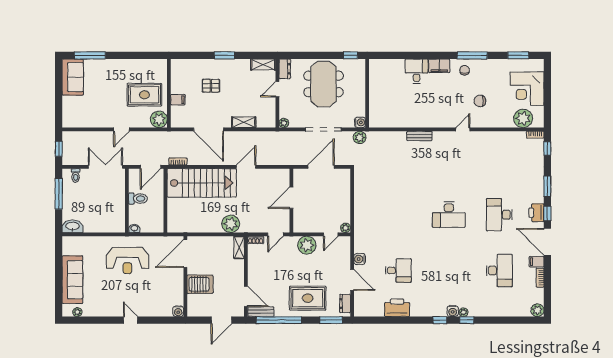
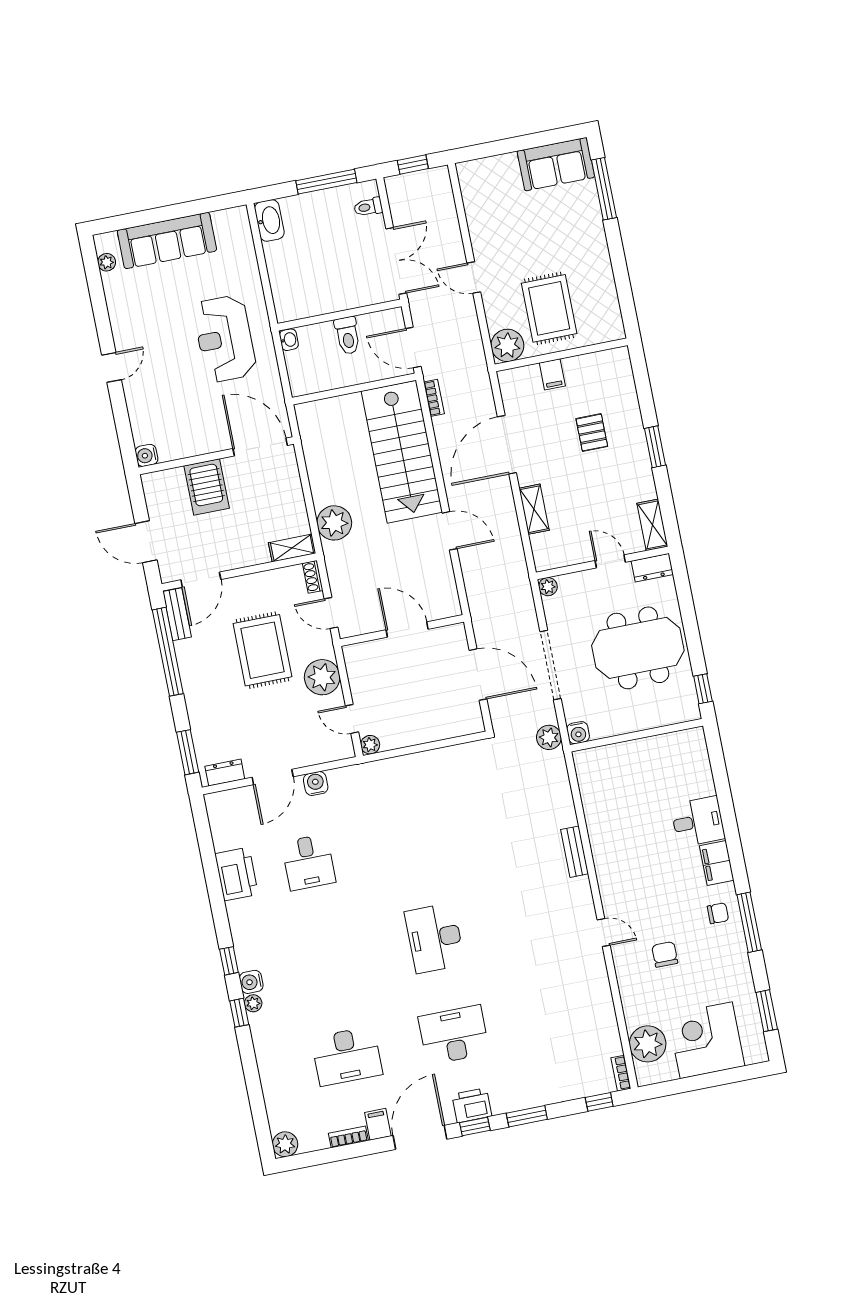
rug: (308, 298) -> (262, 650), moved

